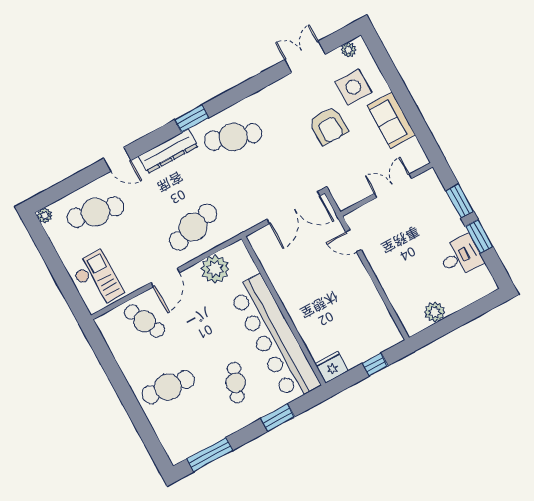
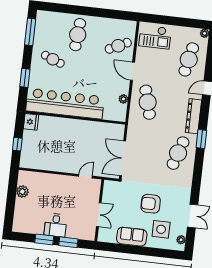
desk: (460, 256) -> (56, 225), moved
plant: (215, 269) -> (123, 99), width x0.53, depth x0.53
cafe table: (236, 383) -> (53, 59), moved

